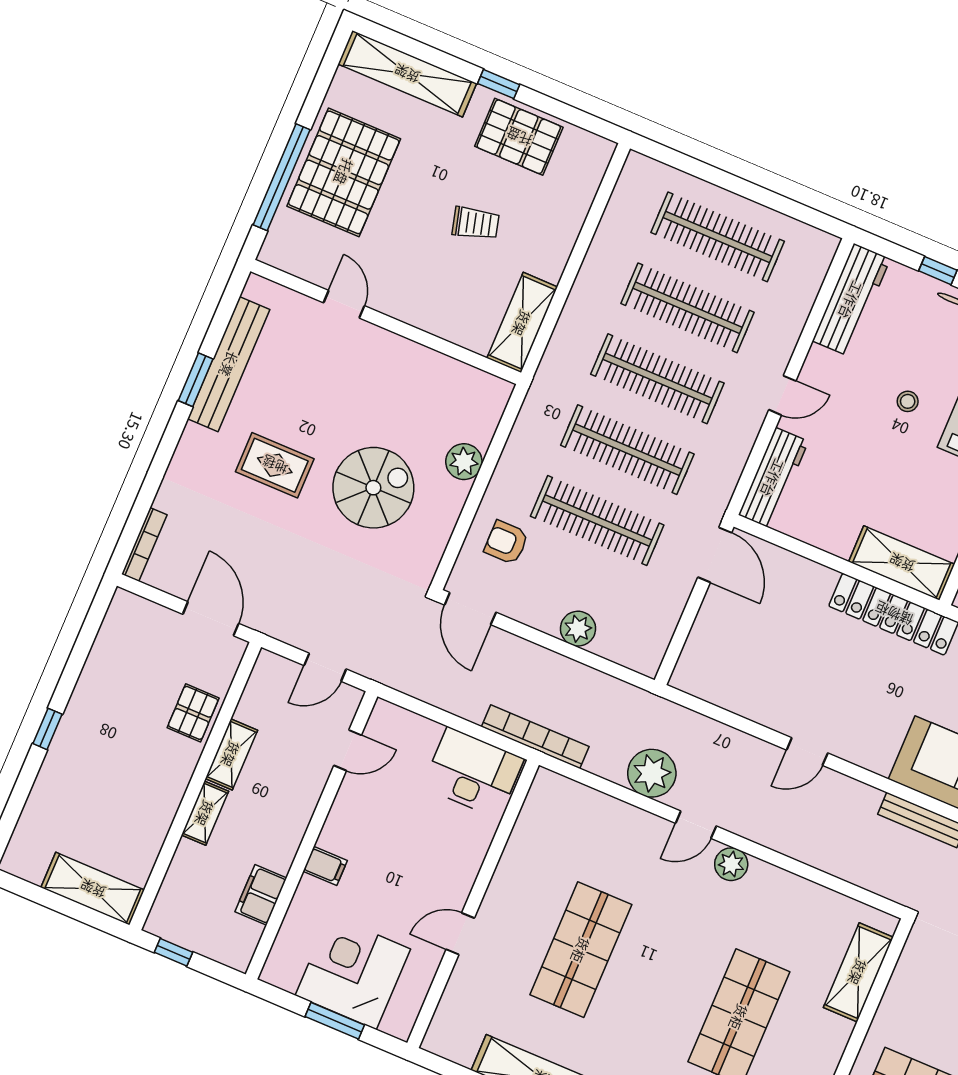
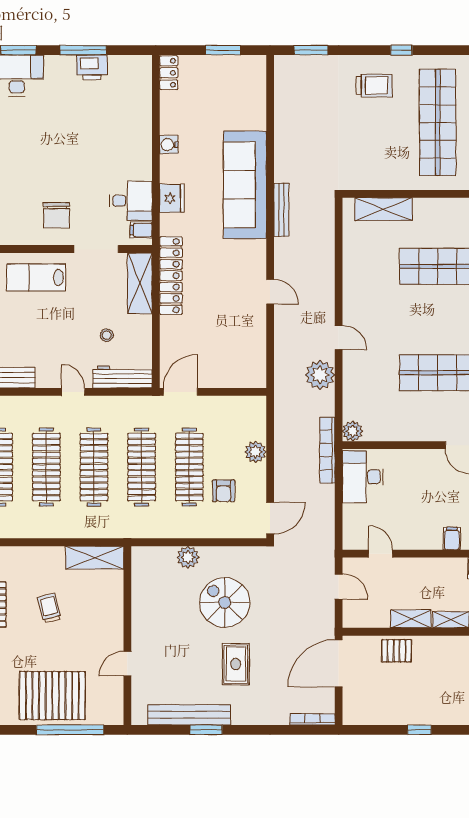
stool: (908, 401) -> (107, 335), moved
armchair: (506, 542) -> (224, 491), moved
door: (211, 619) -> (339, 663), width x1.36
window: (47, 729) -> (419, 730), moved
plant: (731, 864) -> (353, 431), moved

